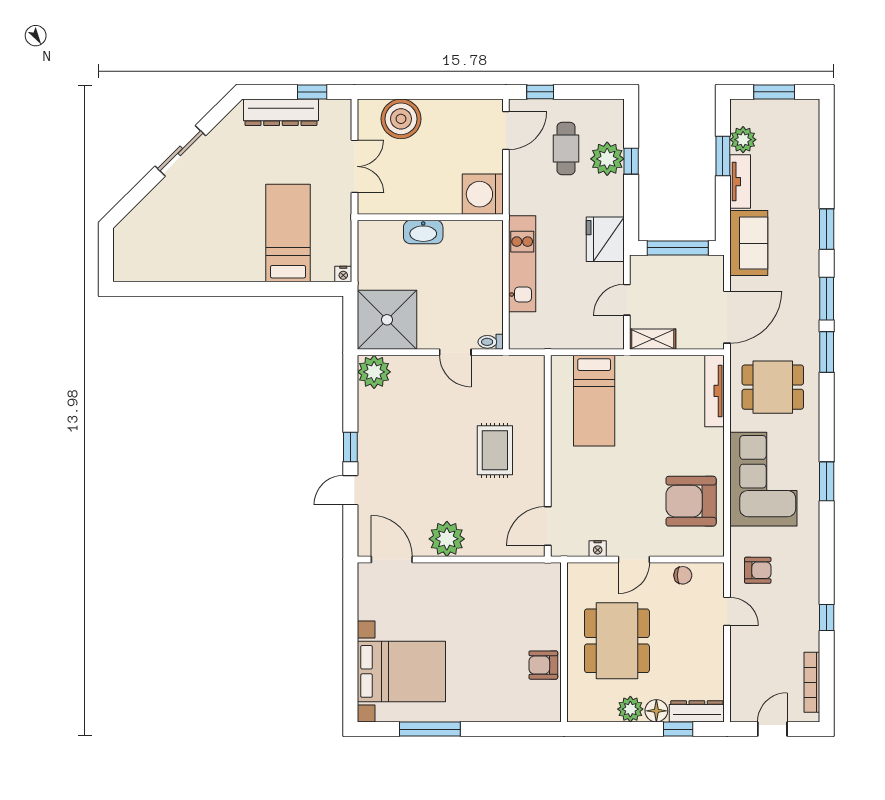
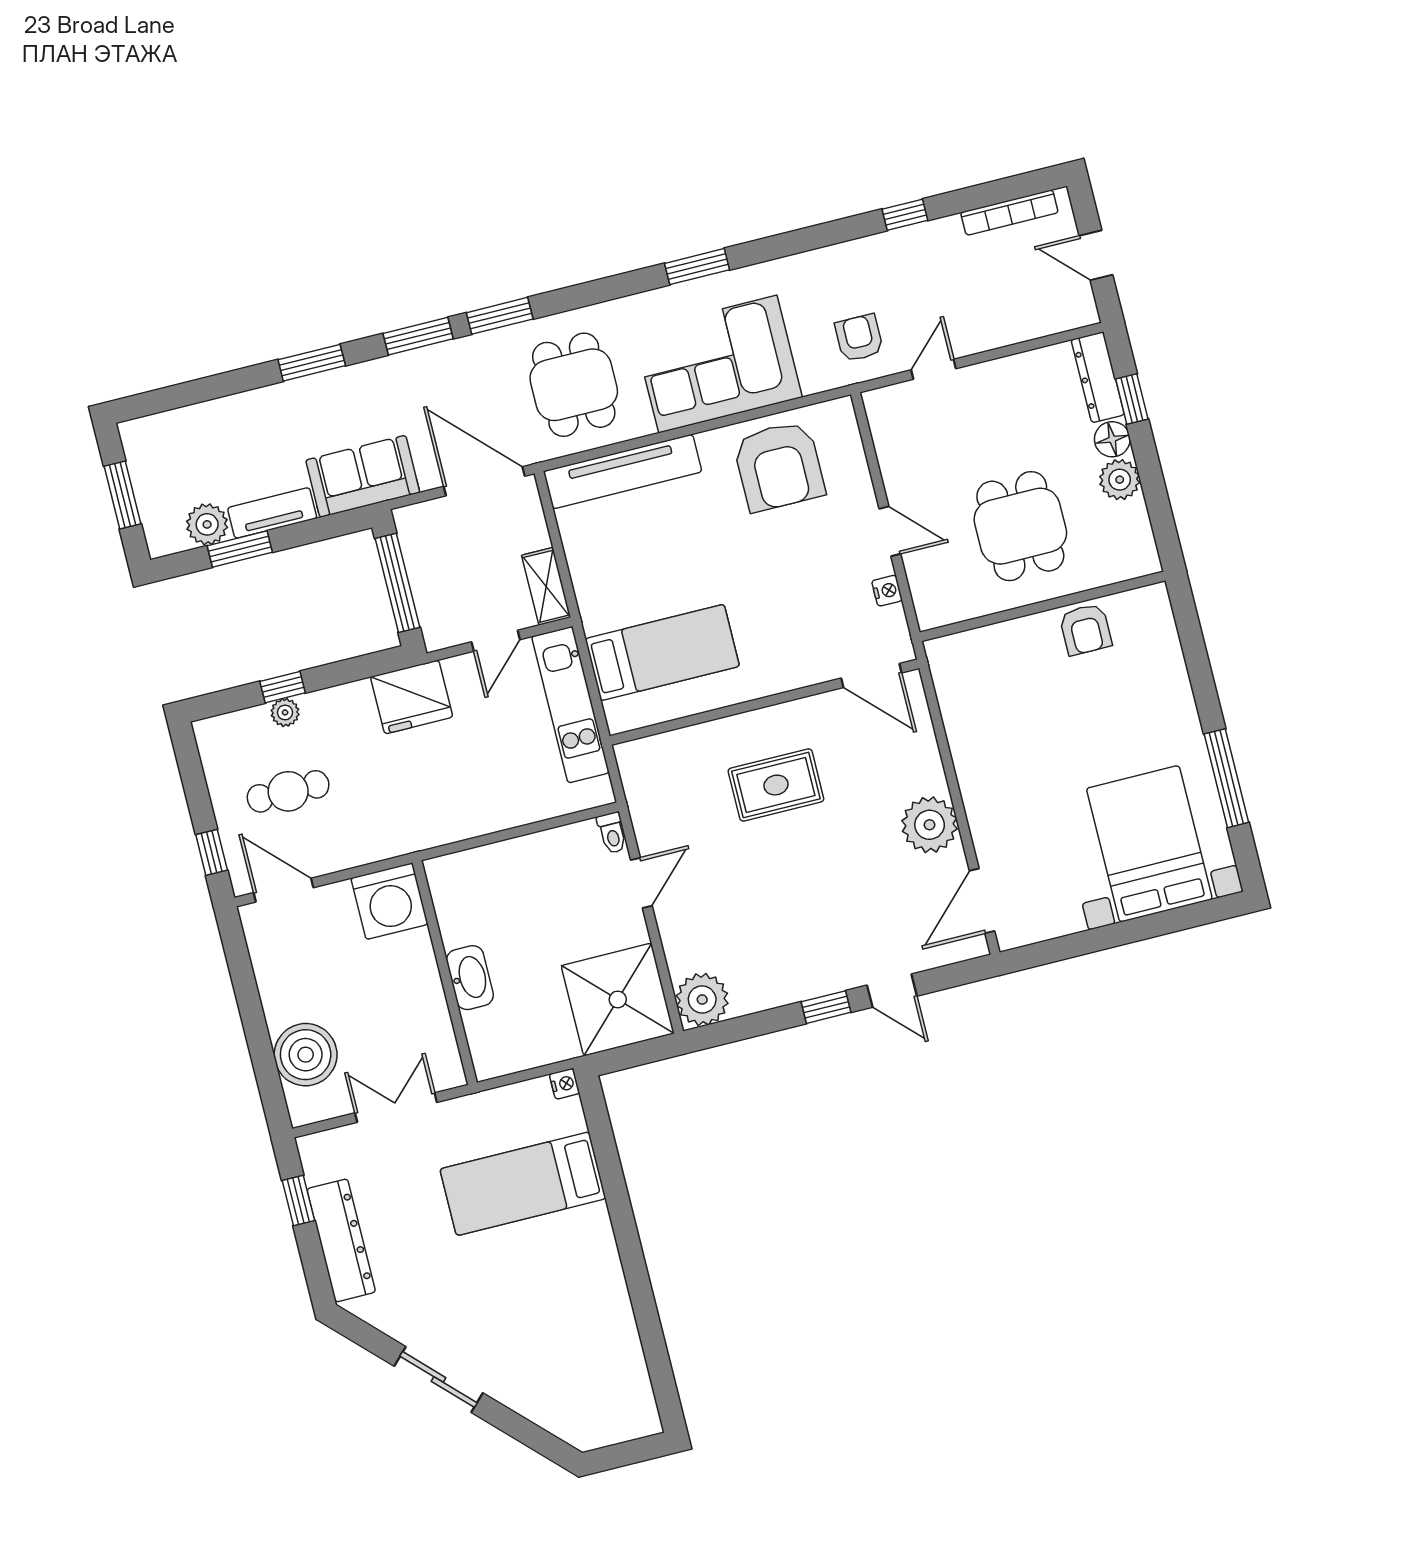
plant: (607, 159) -> (285, 712), width x0.53, depth x0.53
kitchen unit: (522, 264) -> (570, 705), moved, turned -90
door: (627, 300) -> (496, 641), hinge flipped
tv unit: (714, 391) -> (623, 472), width x1.36, depth x1.29
chair: (683, 575) -> (895, 450), removed
dining table: (617, 641) -> (1020, 526), width x0.73

